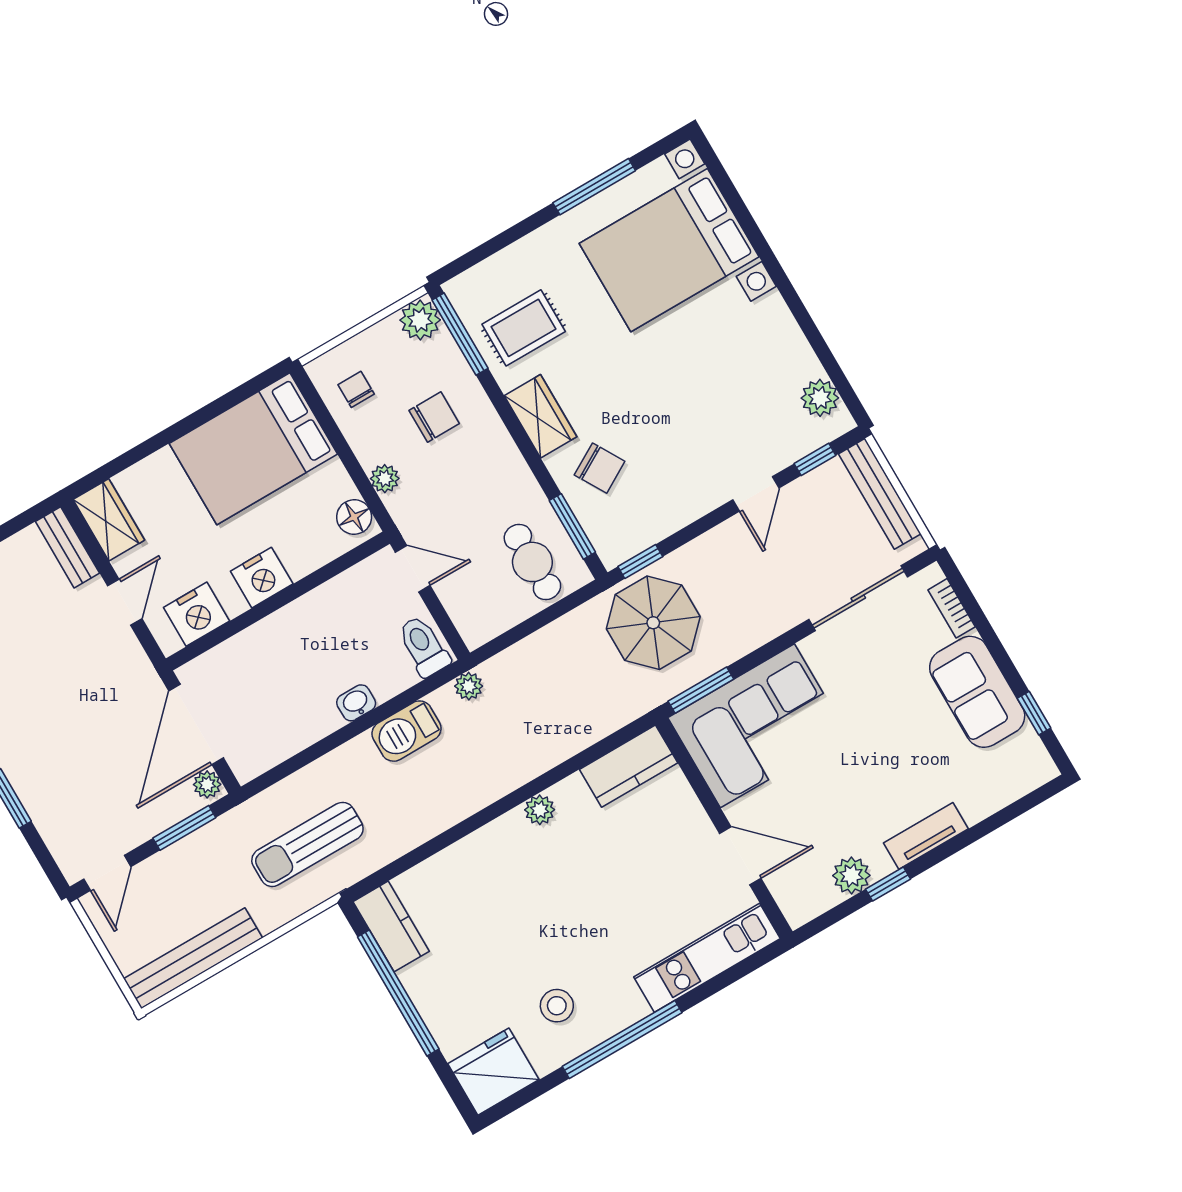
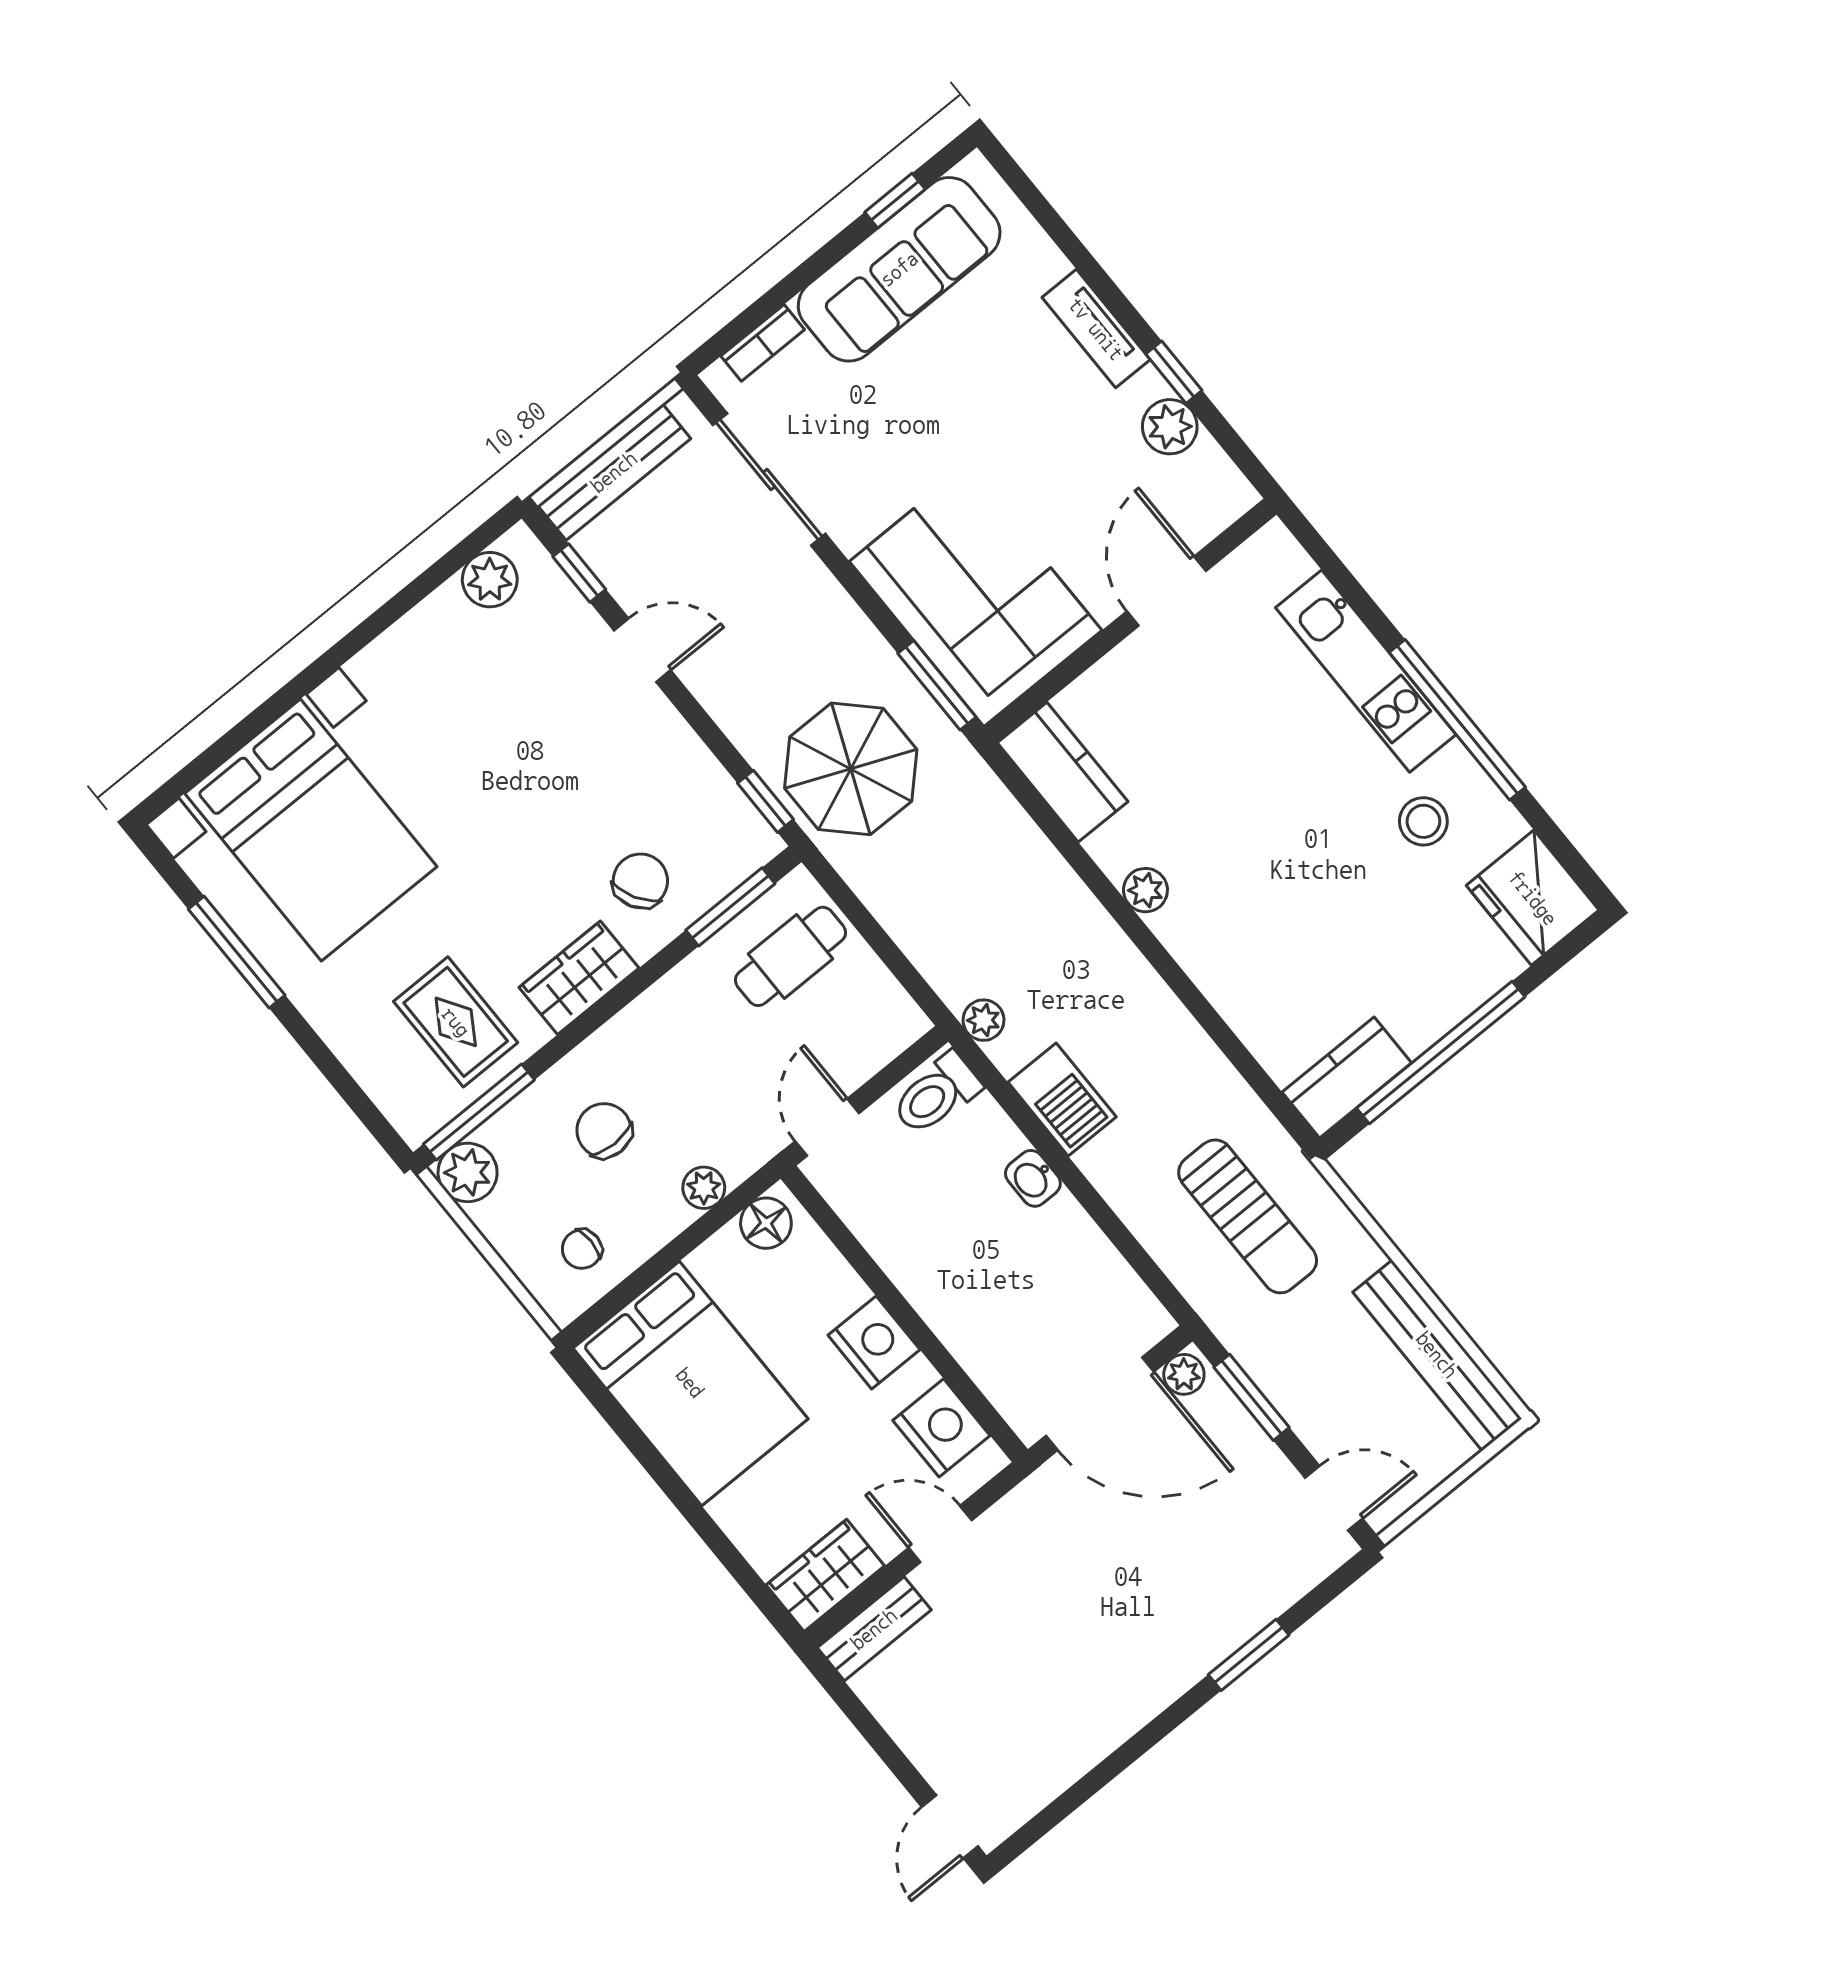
sofa: (977, 692) -> (899, 269), width x1.36
kitchen unit: (707, 958) -> (1366, 671), moved

